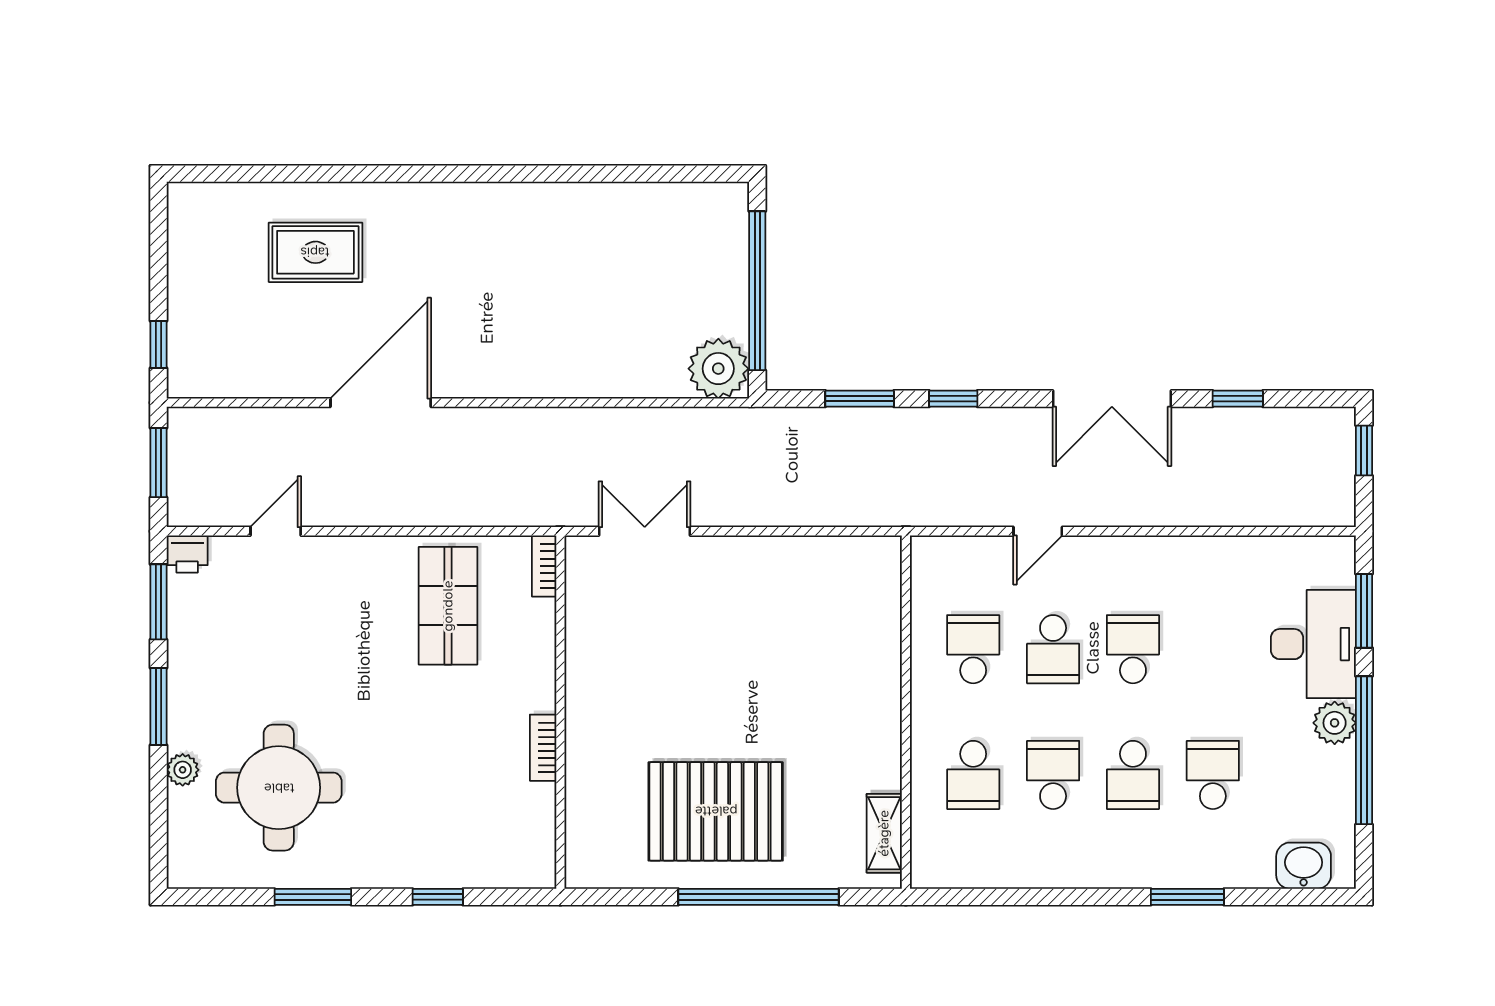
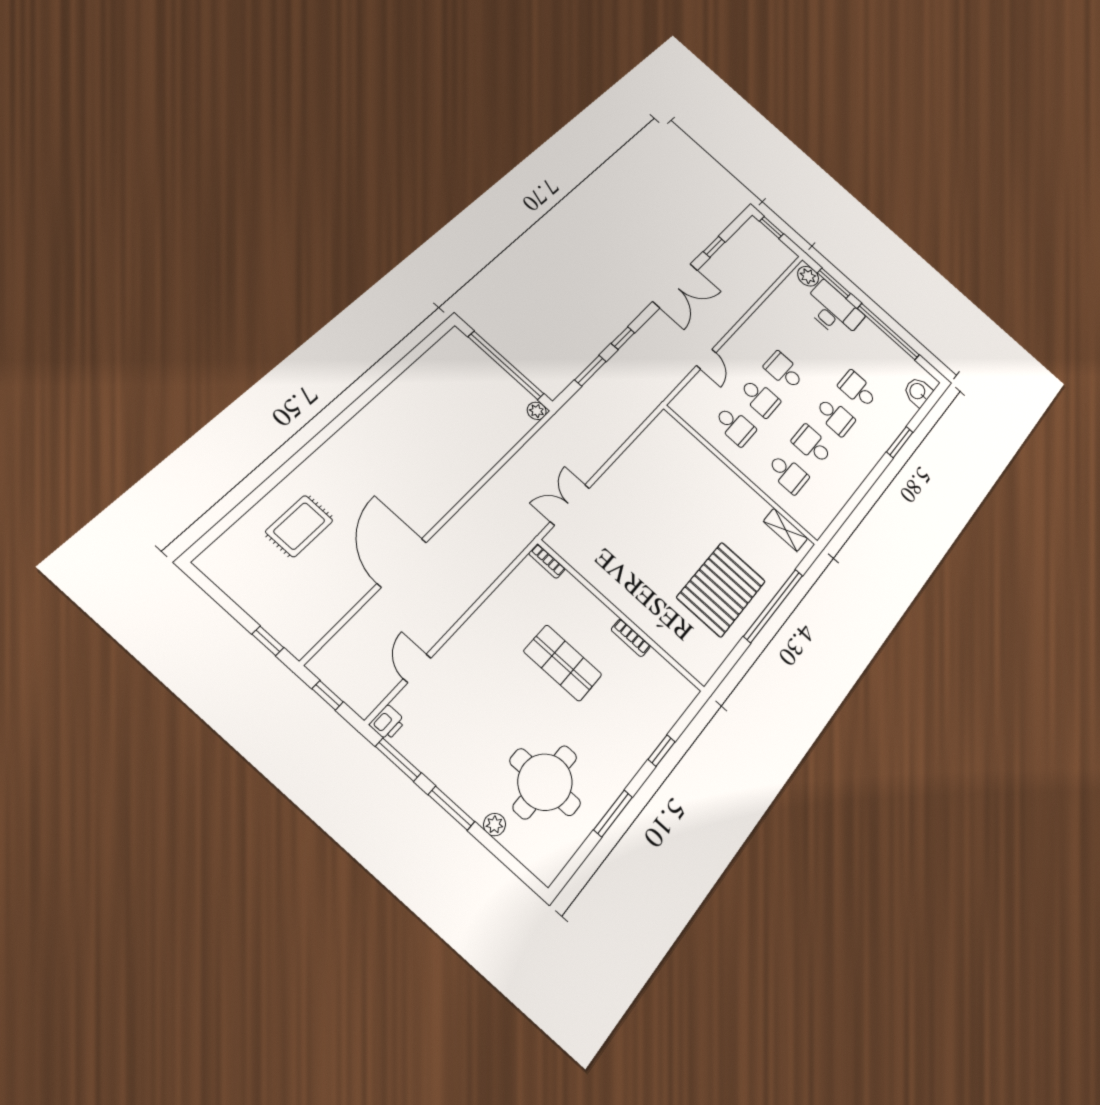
plant: (718, 369) -> (537, 411), width x0.53, depth x0.53
window: (159, 463) -> (328, 695), width x0.67
shop shelf: (448, 606) -> (563, 663), moved
school desk: (973, 649) -> (735, 426), turned 180
plant: (1335, 723) -> (808, 276), moved

